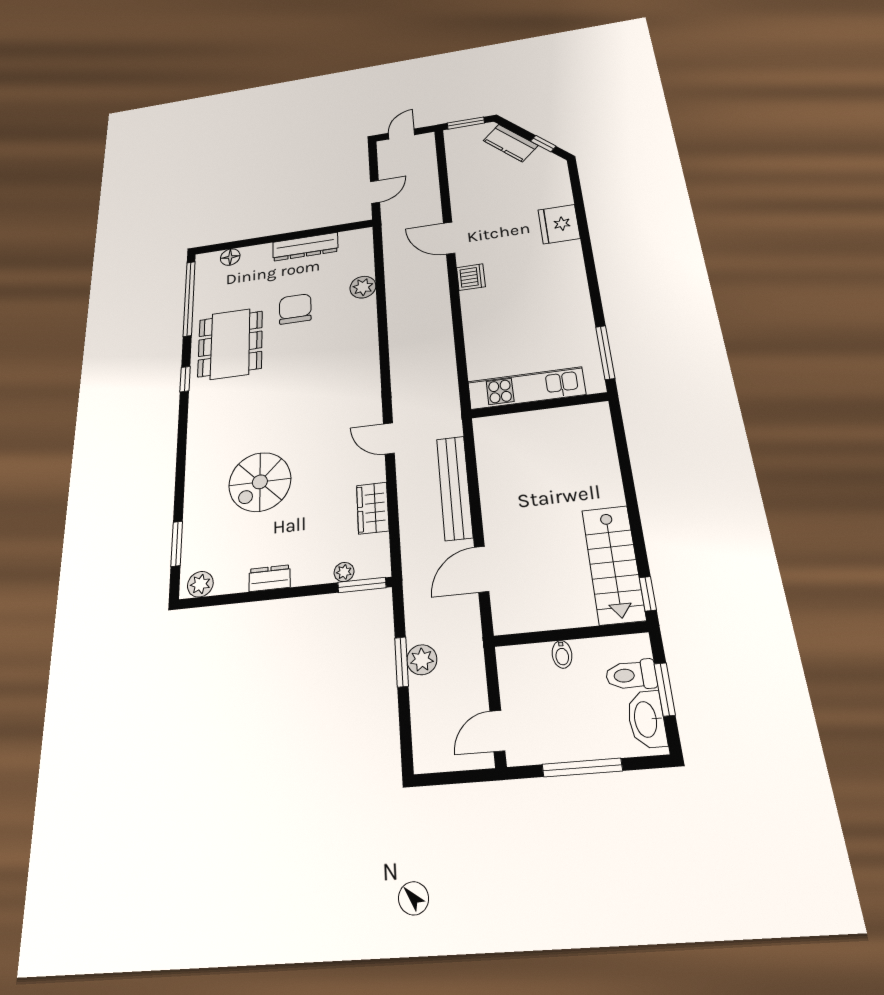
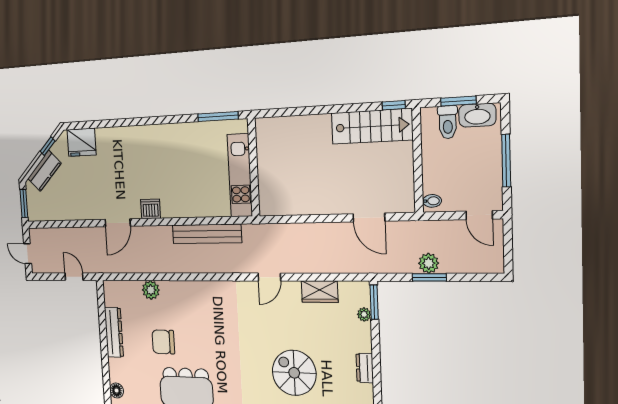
fridge: (559, 224) -> (82, 142), moved
spiral stairs: (260, 482) -> (294, 373), turned 180
bench: (455, 487) -> (207, 234), moved
bidet: (562, 654) -> (432, 201), moved

